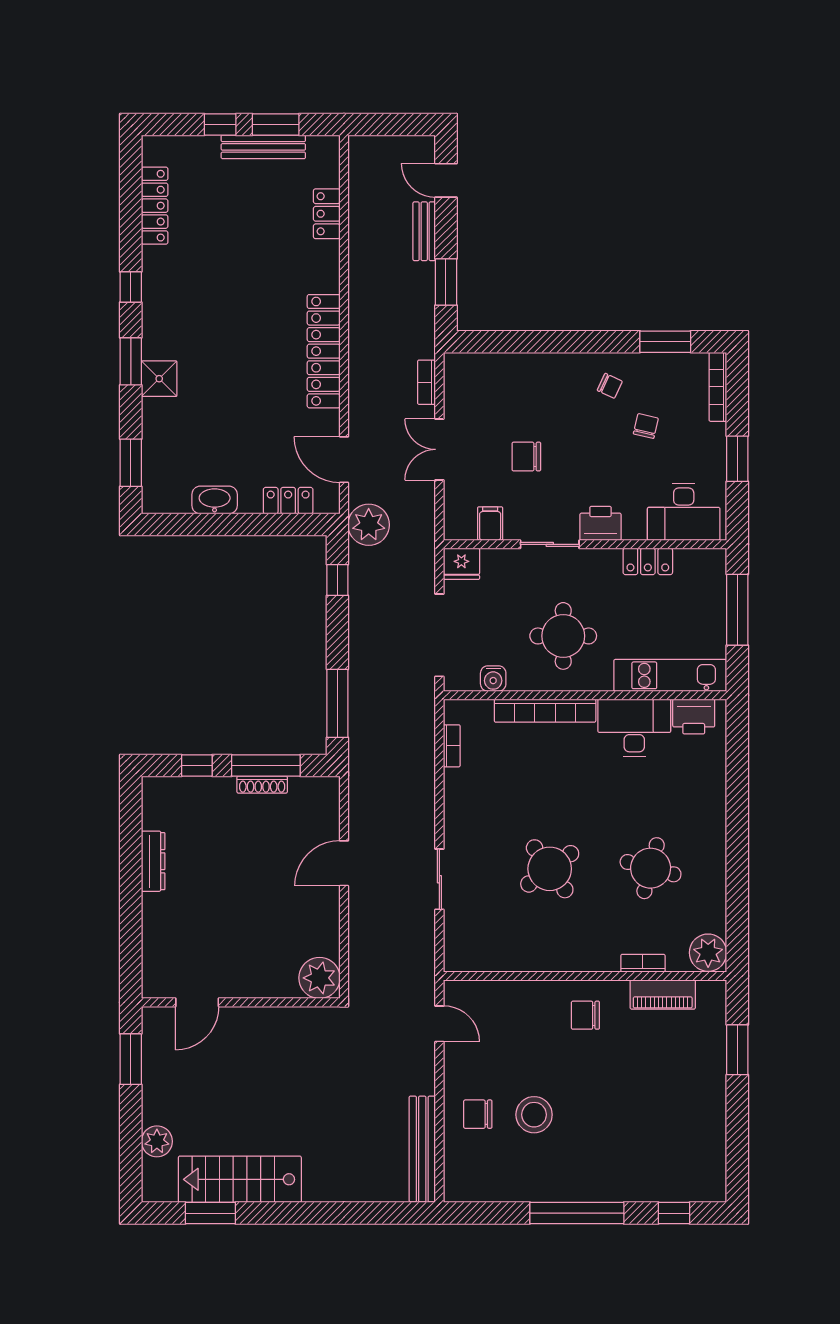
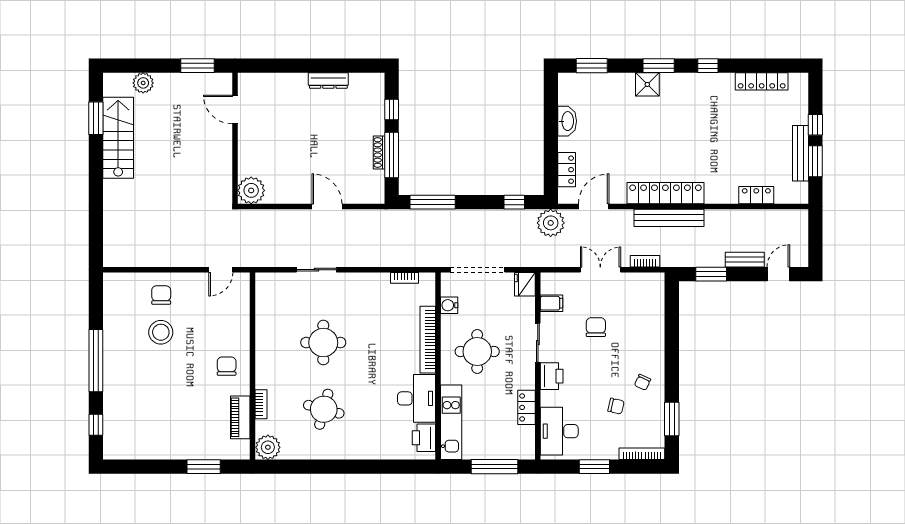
round table: (550, 869) -> (323, 343), turned 36
bench: (422, 1149) -> (669, 218), moved

